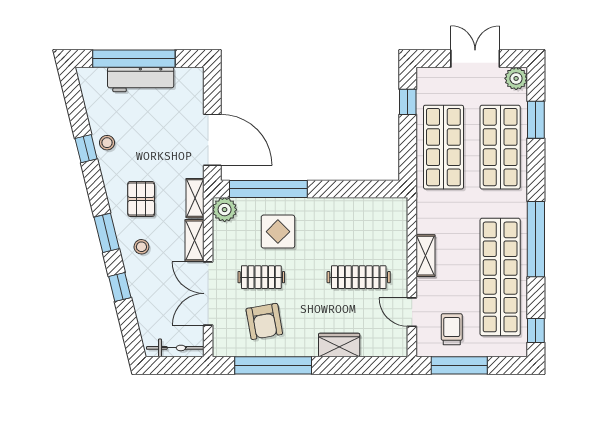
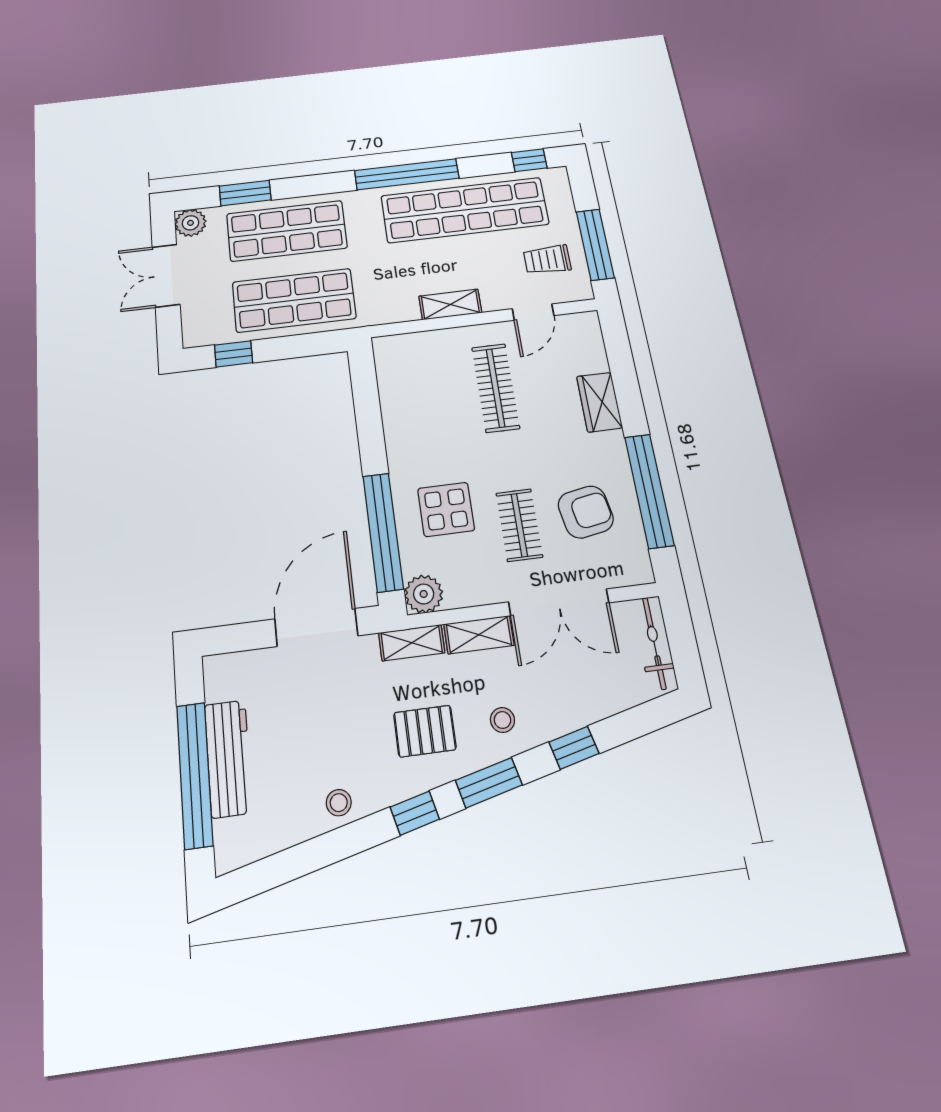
window: (86, 149) -> (415, 813), moved

